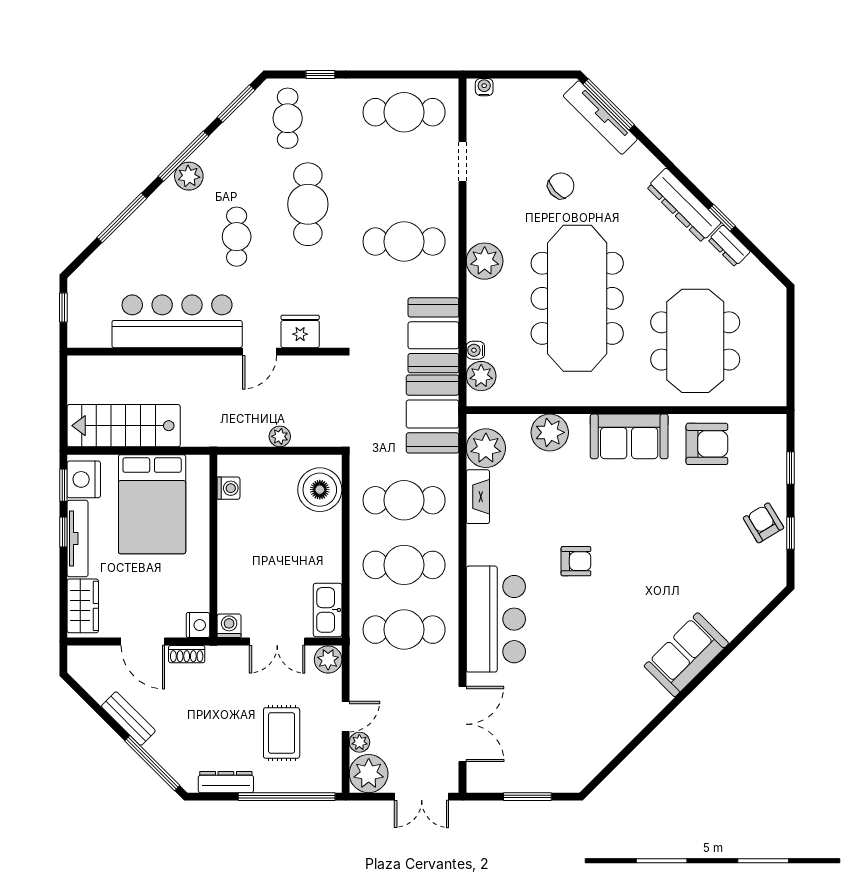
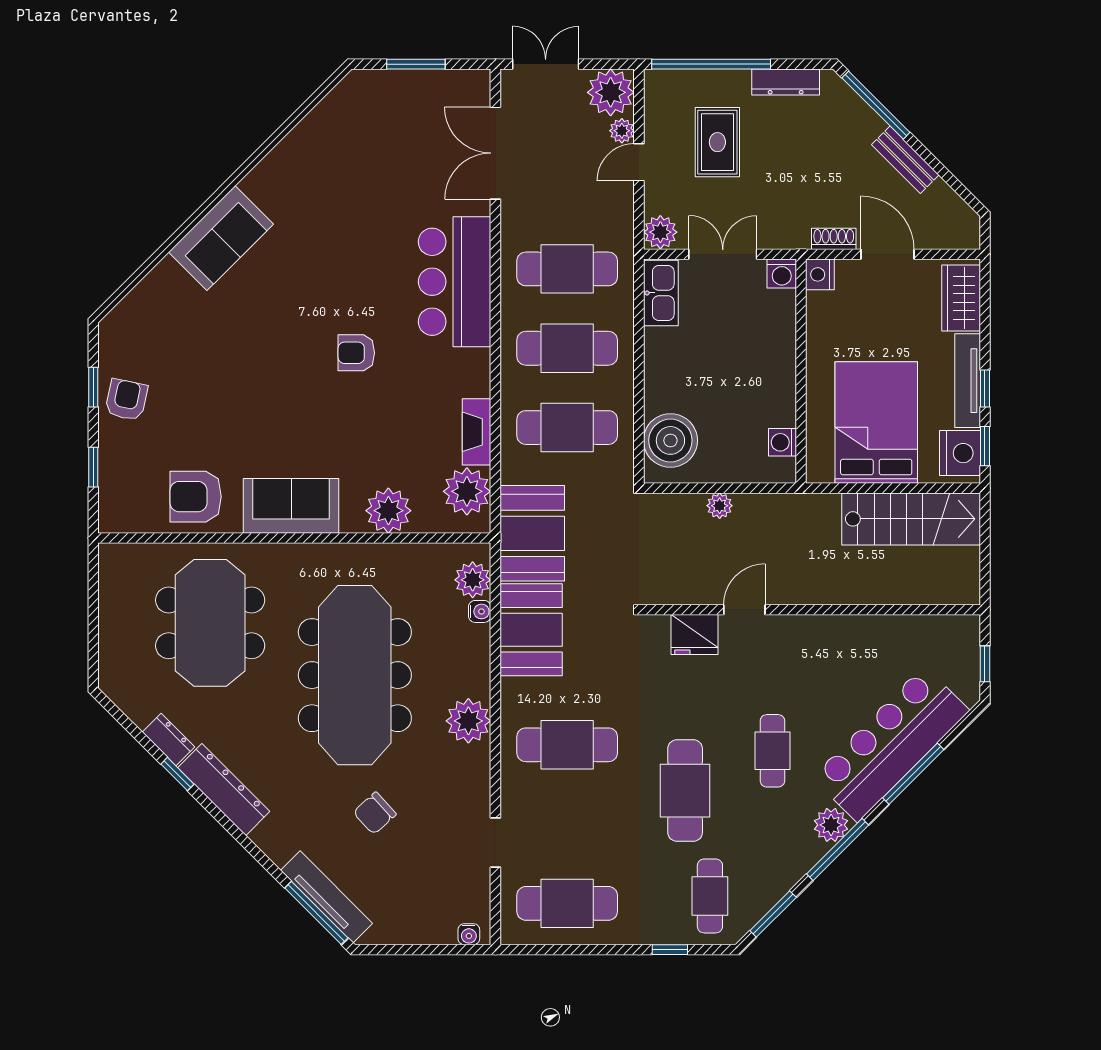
bar counter: (177, 321) -> (891, 744), moved, turned 135
armchair: (763, 523) -> (126, 400), turned -137

